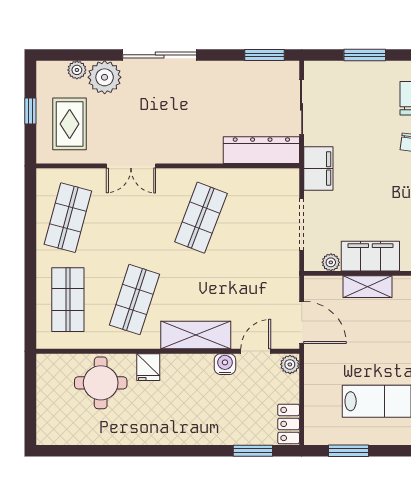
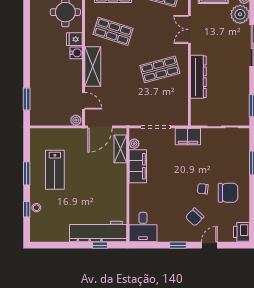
dresser: (261, 150) -> (198, 77), moved
shop shelf: (201, 218) -> (160, 69), turned -36
shelving: (367, 287) -> (120, 149), moved
water cooler: (225, 364) -> (76, 53), moved
locker: (289, 424) -> (42, 119), removed
window: (349, 451) -> (27, 173), moved

